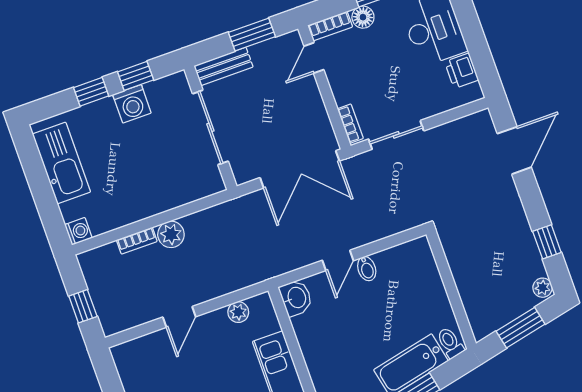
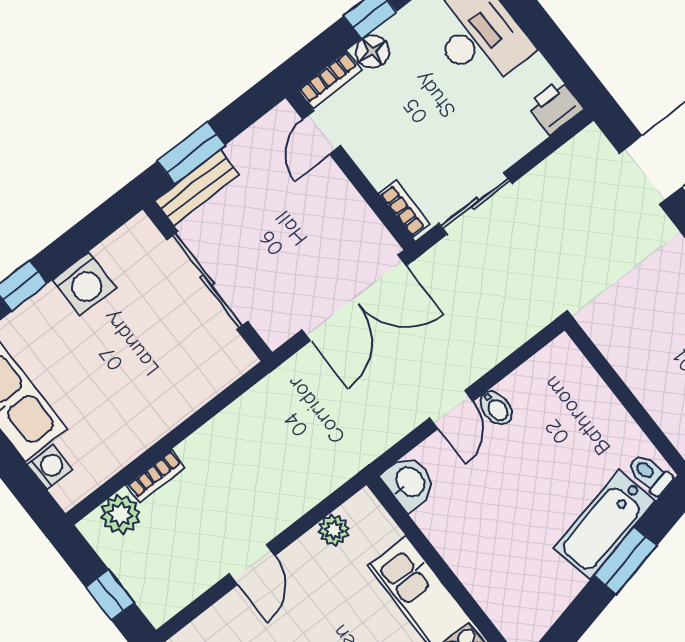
window: (252, 35) -> (191, 153), moved
printer: (462, 71) -> (555, 107), moved, turned 90
window: (136, 76) -> (76, 242), removed
washing machine: (78, 231) -> (50, 467), moved
plant: (171, 234) -> (120, 514), moved

